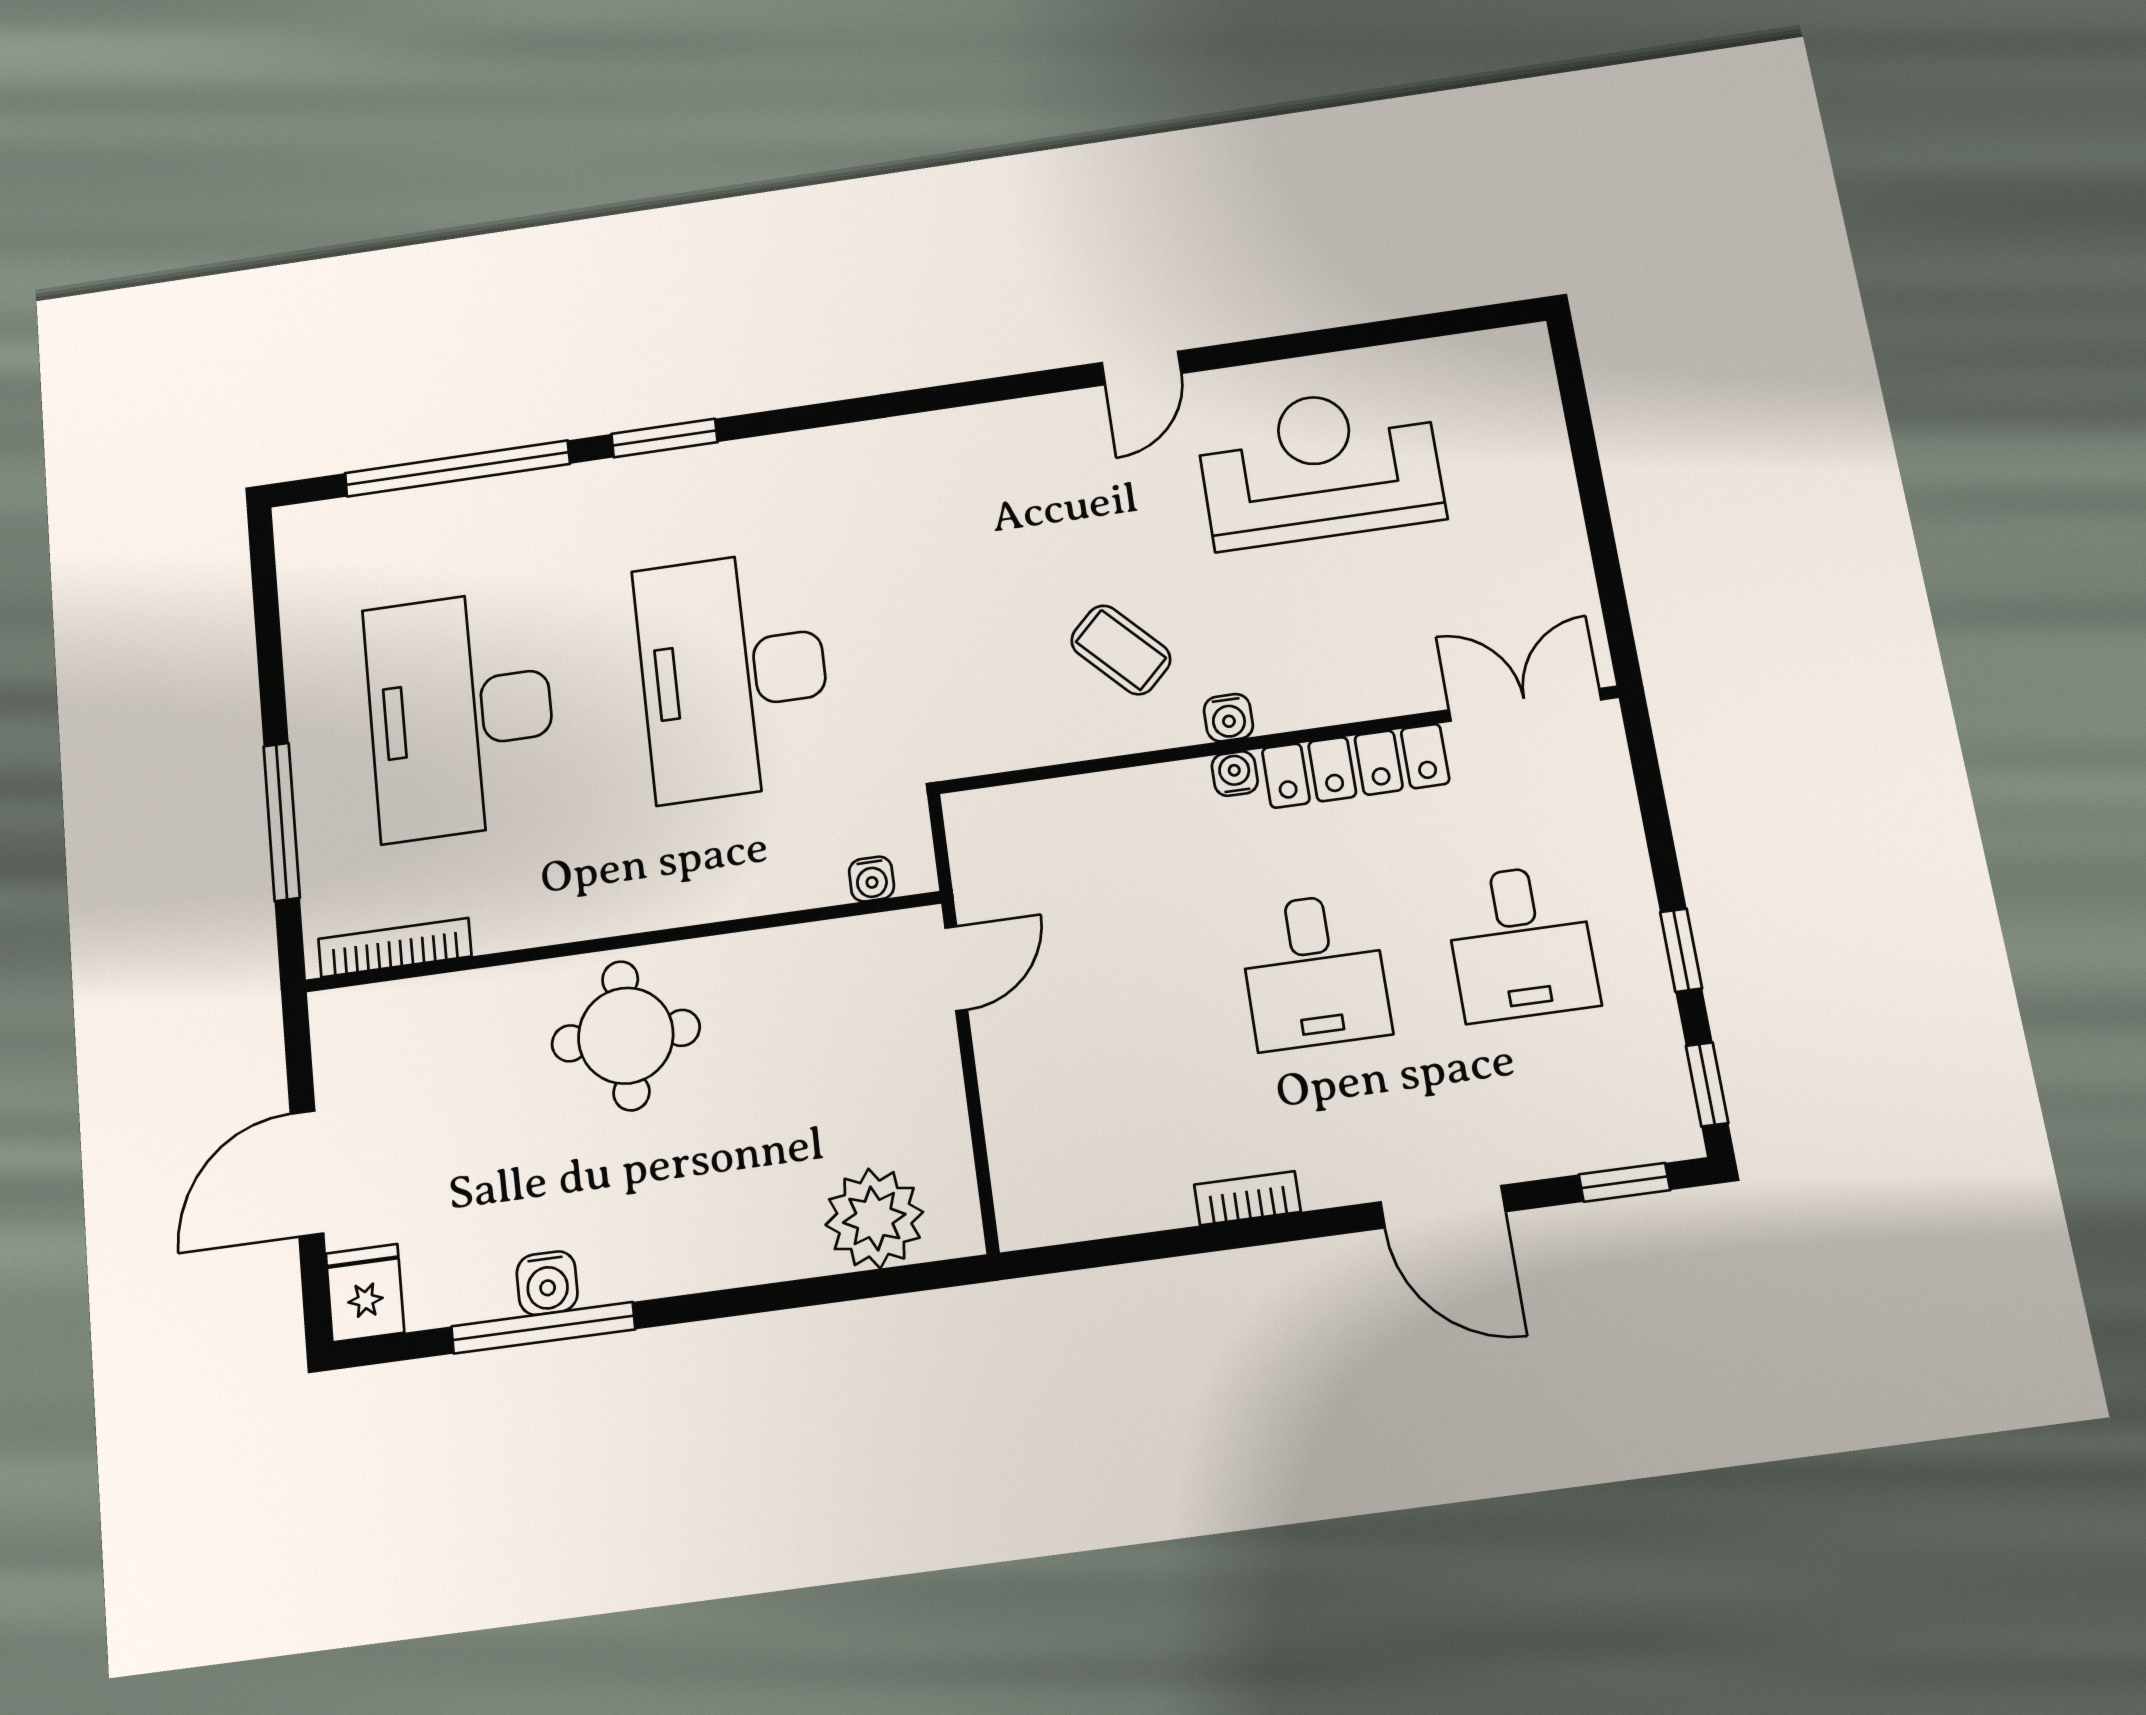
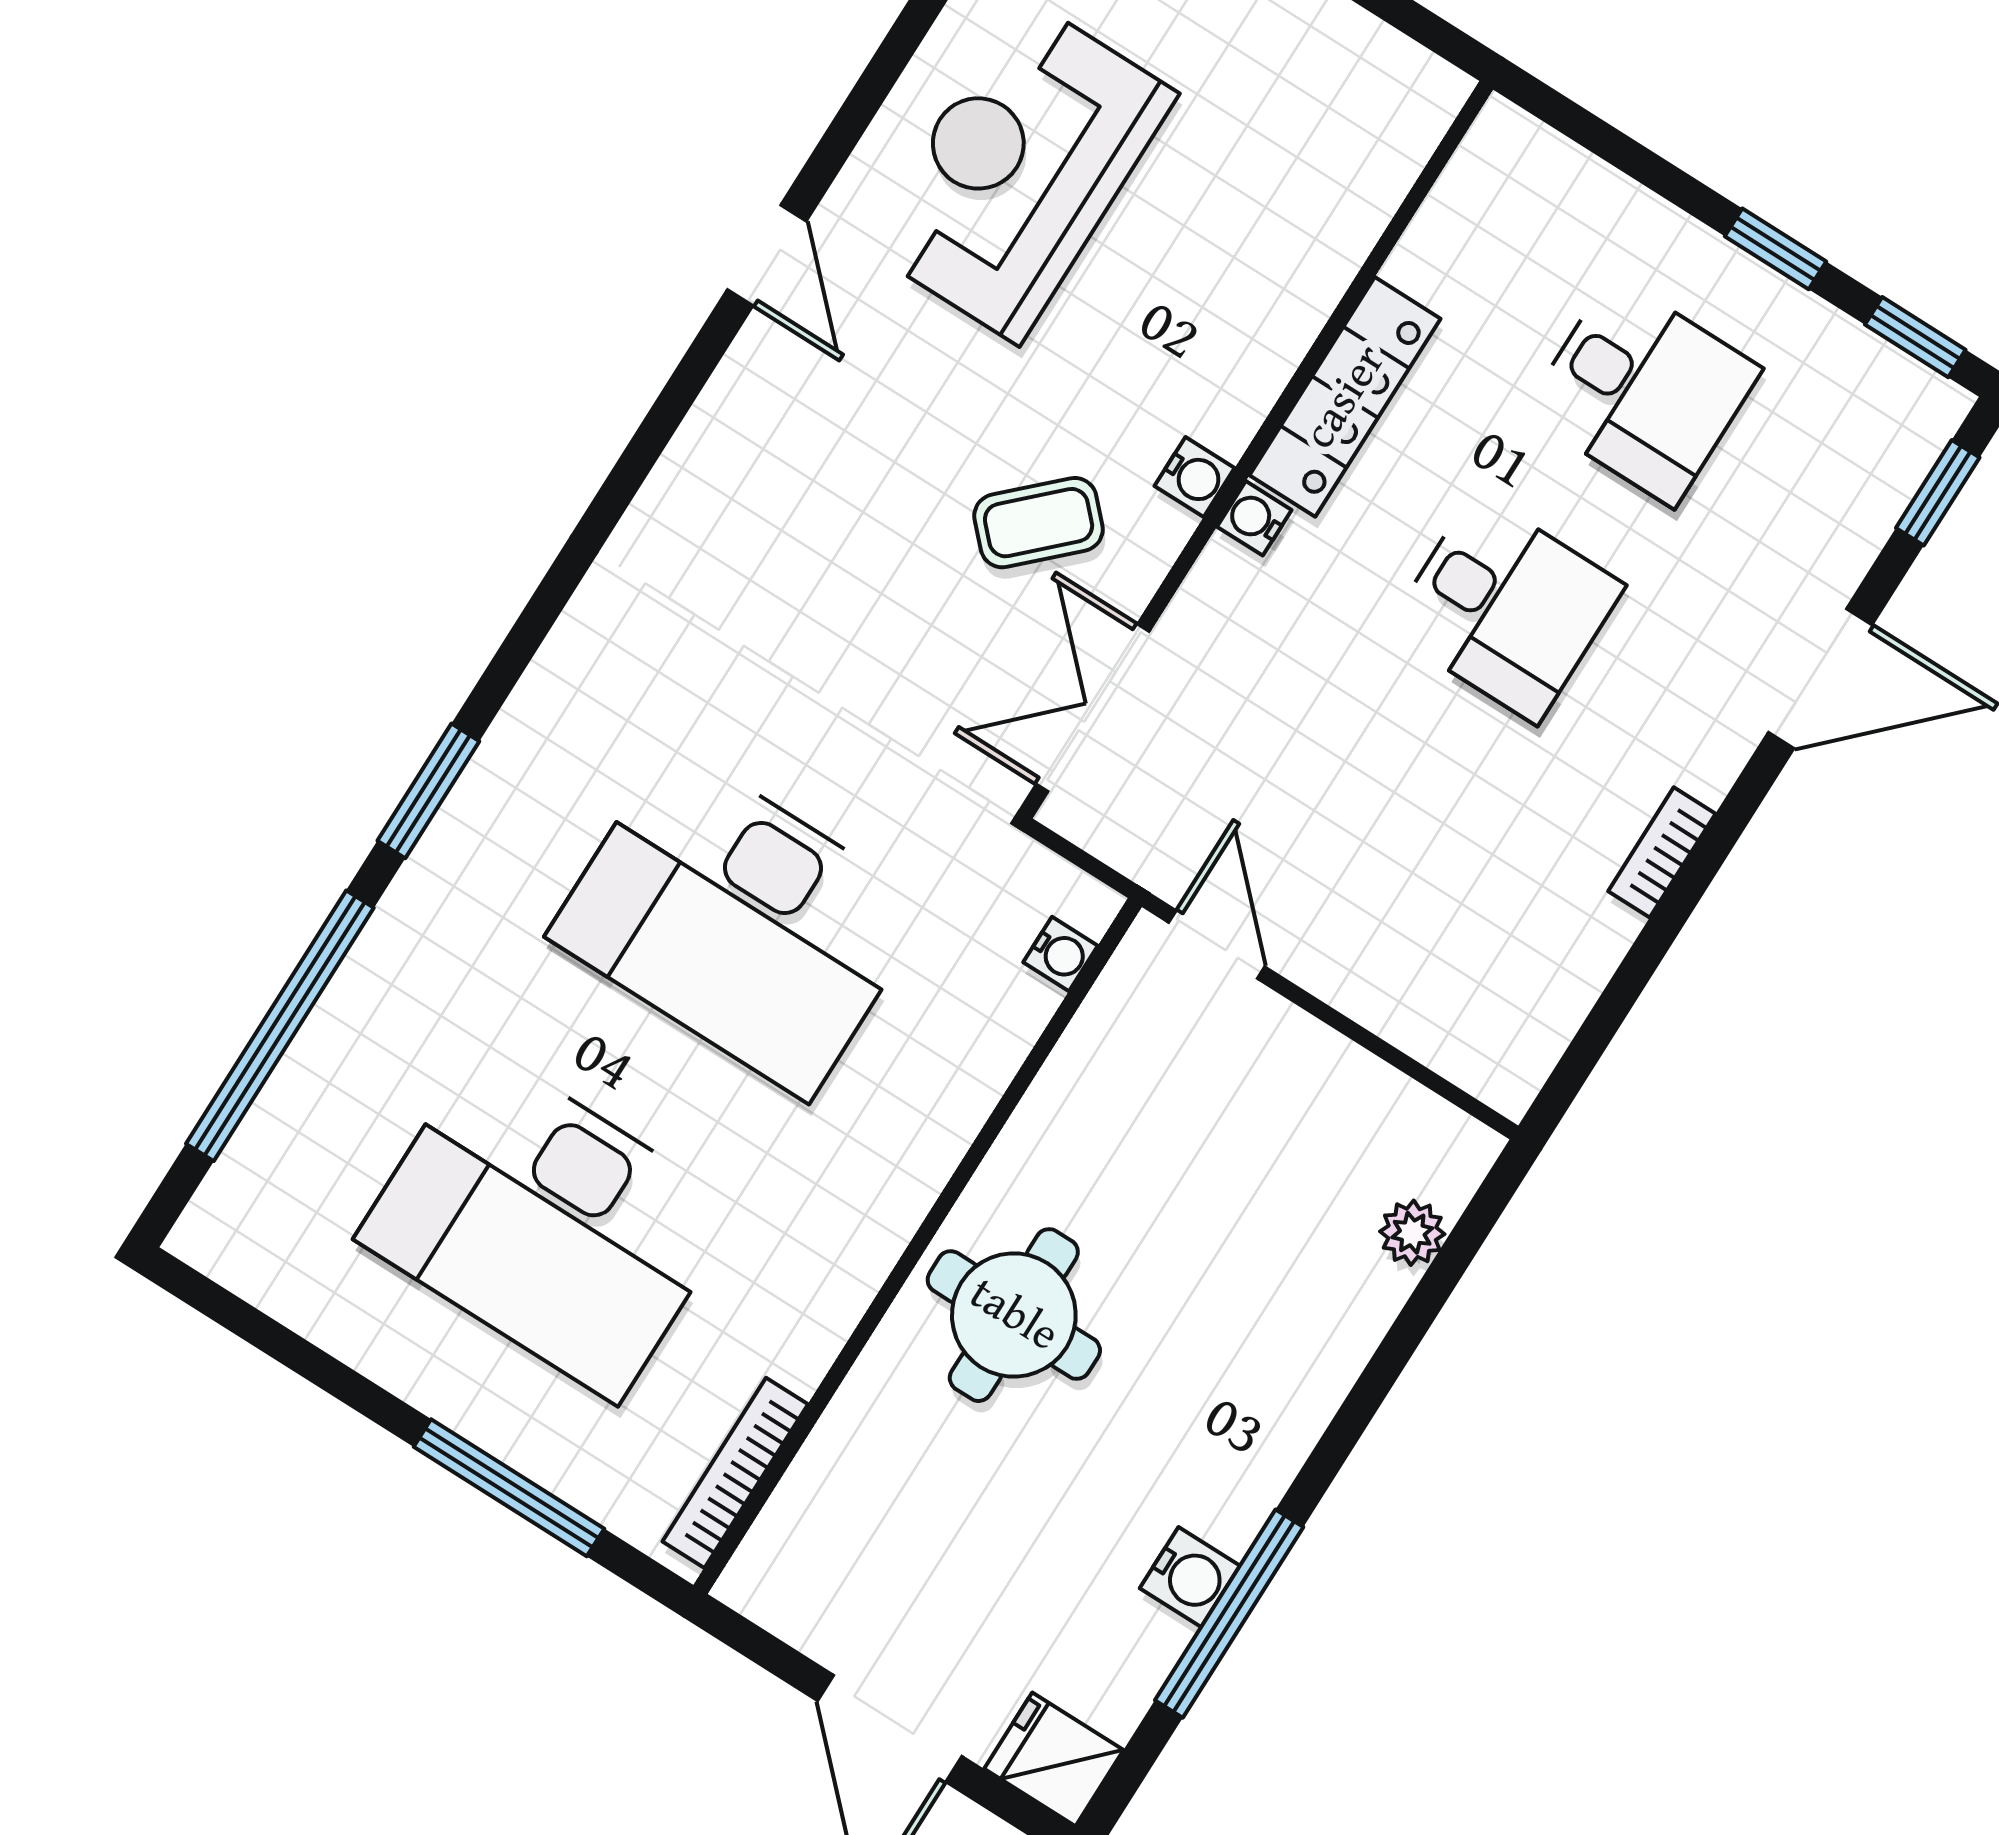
double door: (1525, 705) -> (1093, 708), moved
plant: (874, 1218) -> (1412, 1233), width x0.53, depth x0.53

